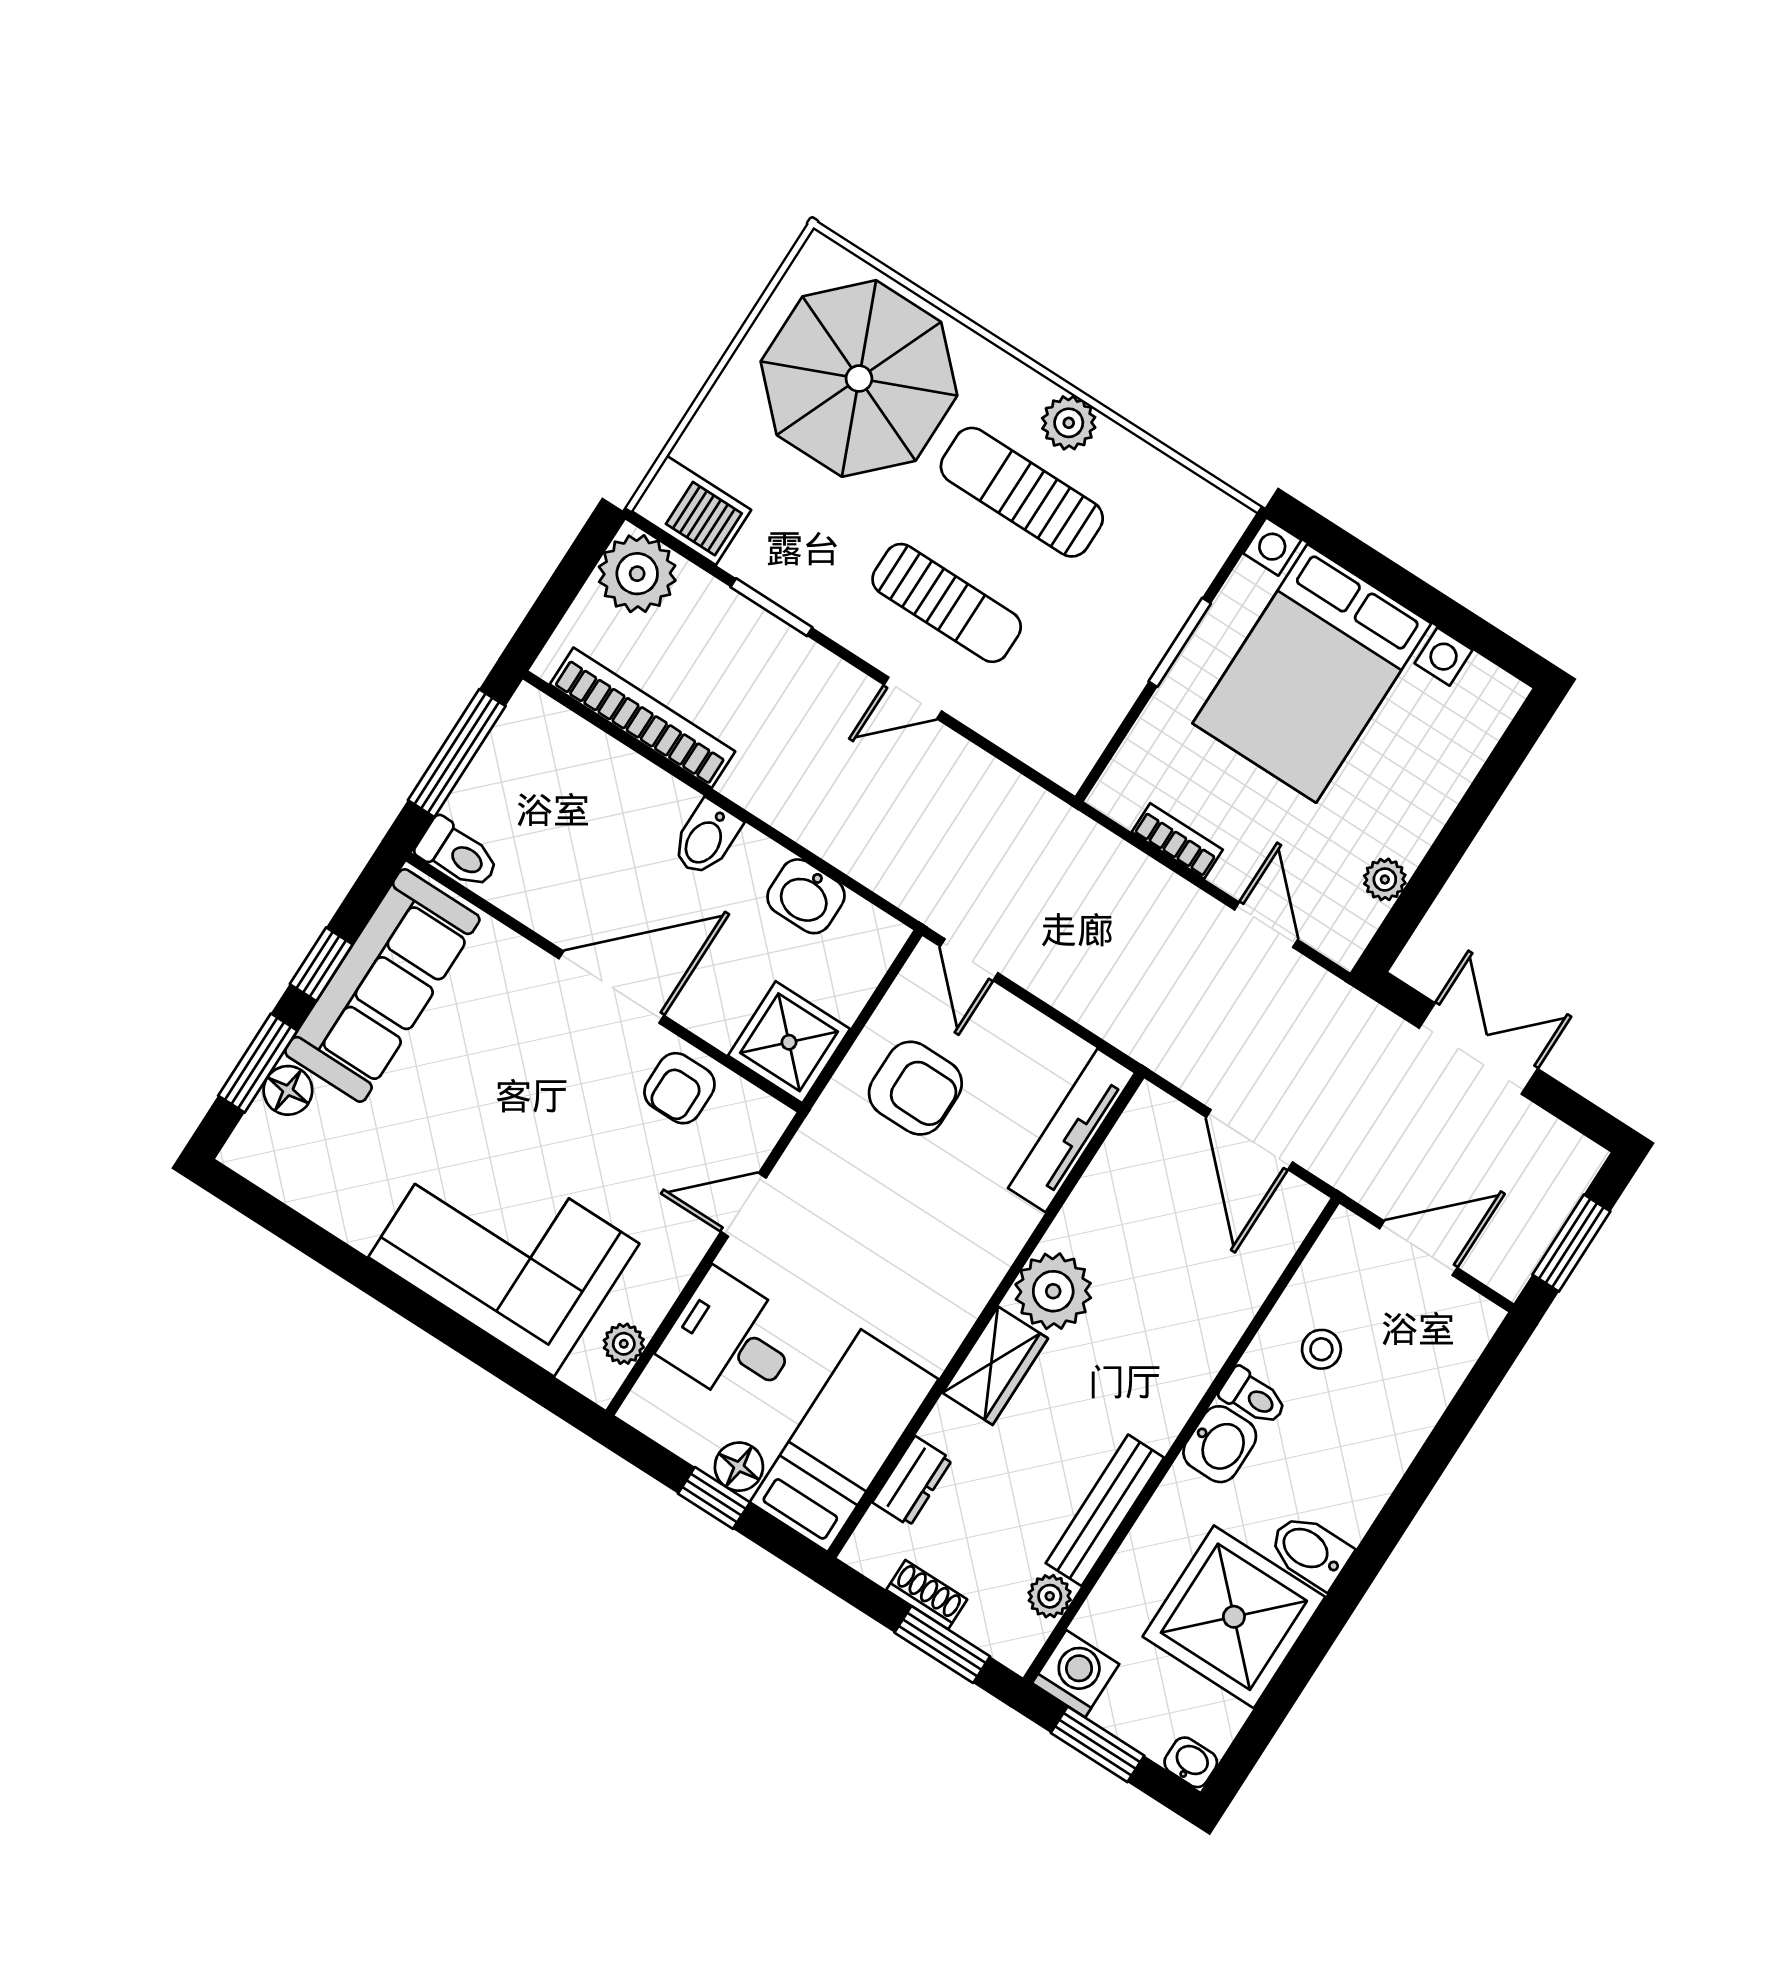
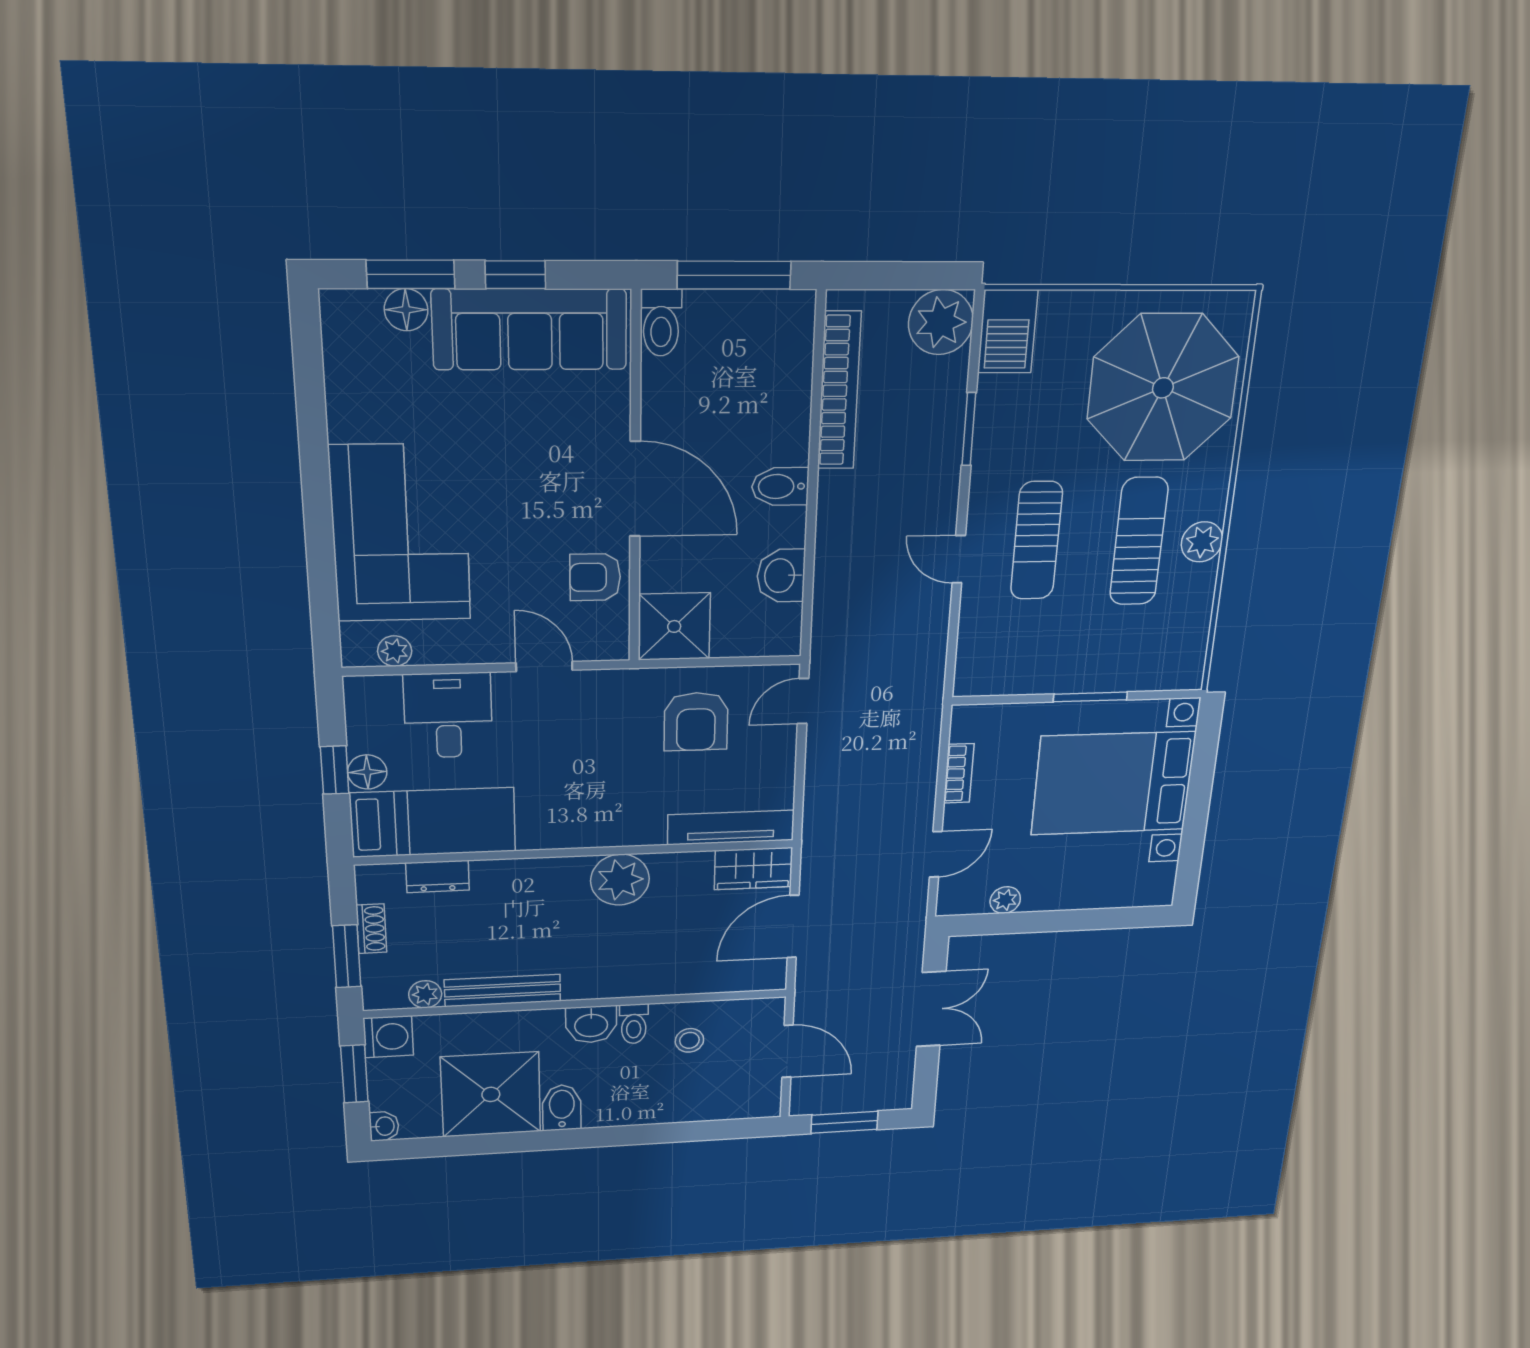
wardrobe: (995, 1366) -> (753, 869), moved

